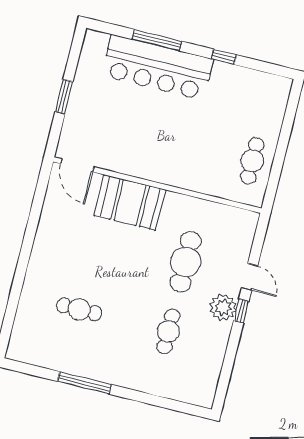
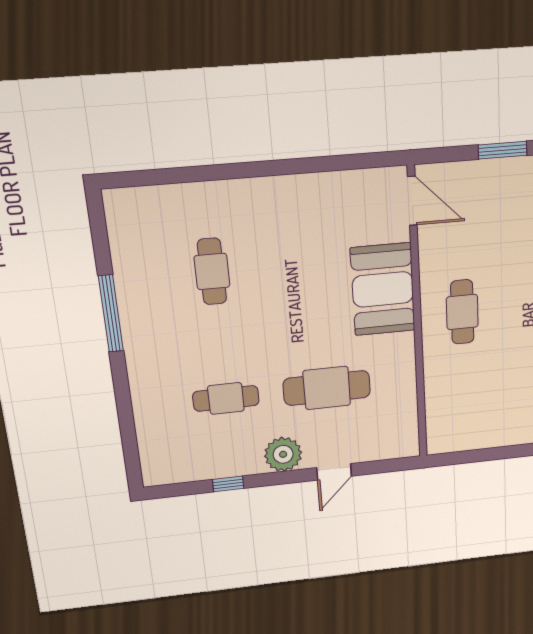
cafe table: (252, 161) -> (462, 312), moved, turned 90
door: (77, 165) -> (412, 201), swing flipped
window: (241, 311) -> (228, 484), moved

